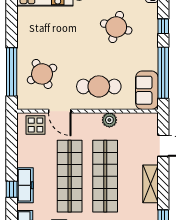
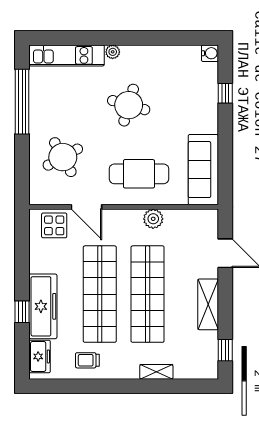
round table: (116, 27) -> (129, 105), moved
window: (12, 72) -> (22, 102), moved
window: (163, 73) -> (225, 155), removed
sofa: (147, 90) -> (203, 170), width x1.36
freezer: (25, 185) -> (43, 306), width x1.36, depth x1.26

